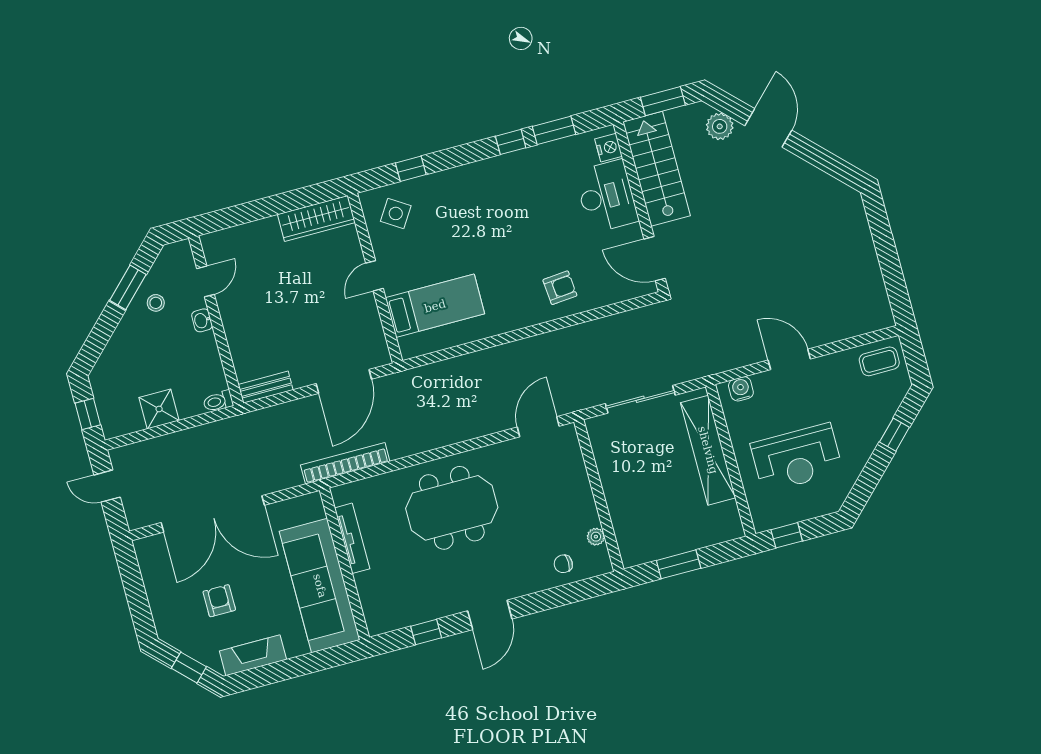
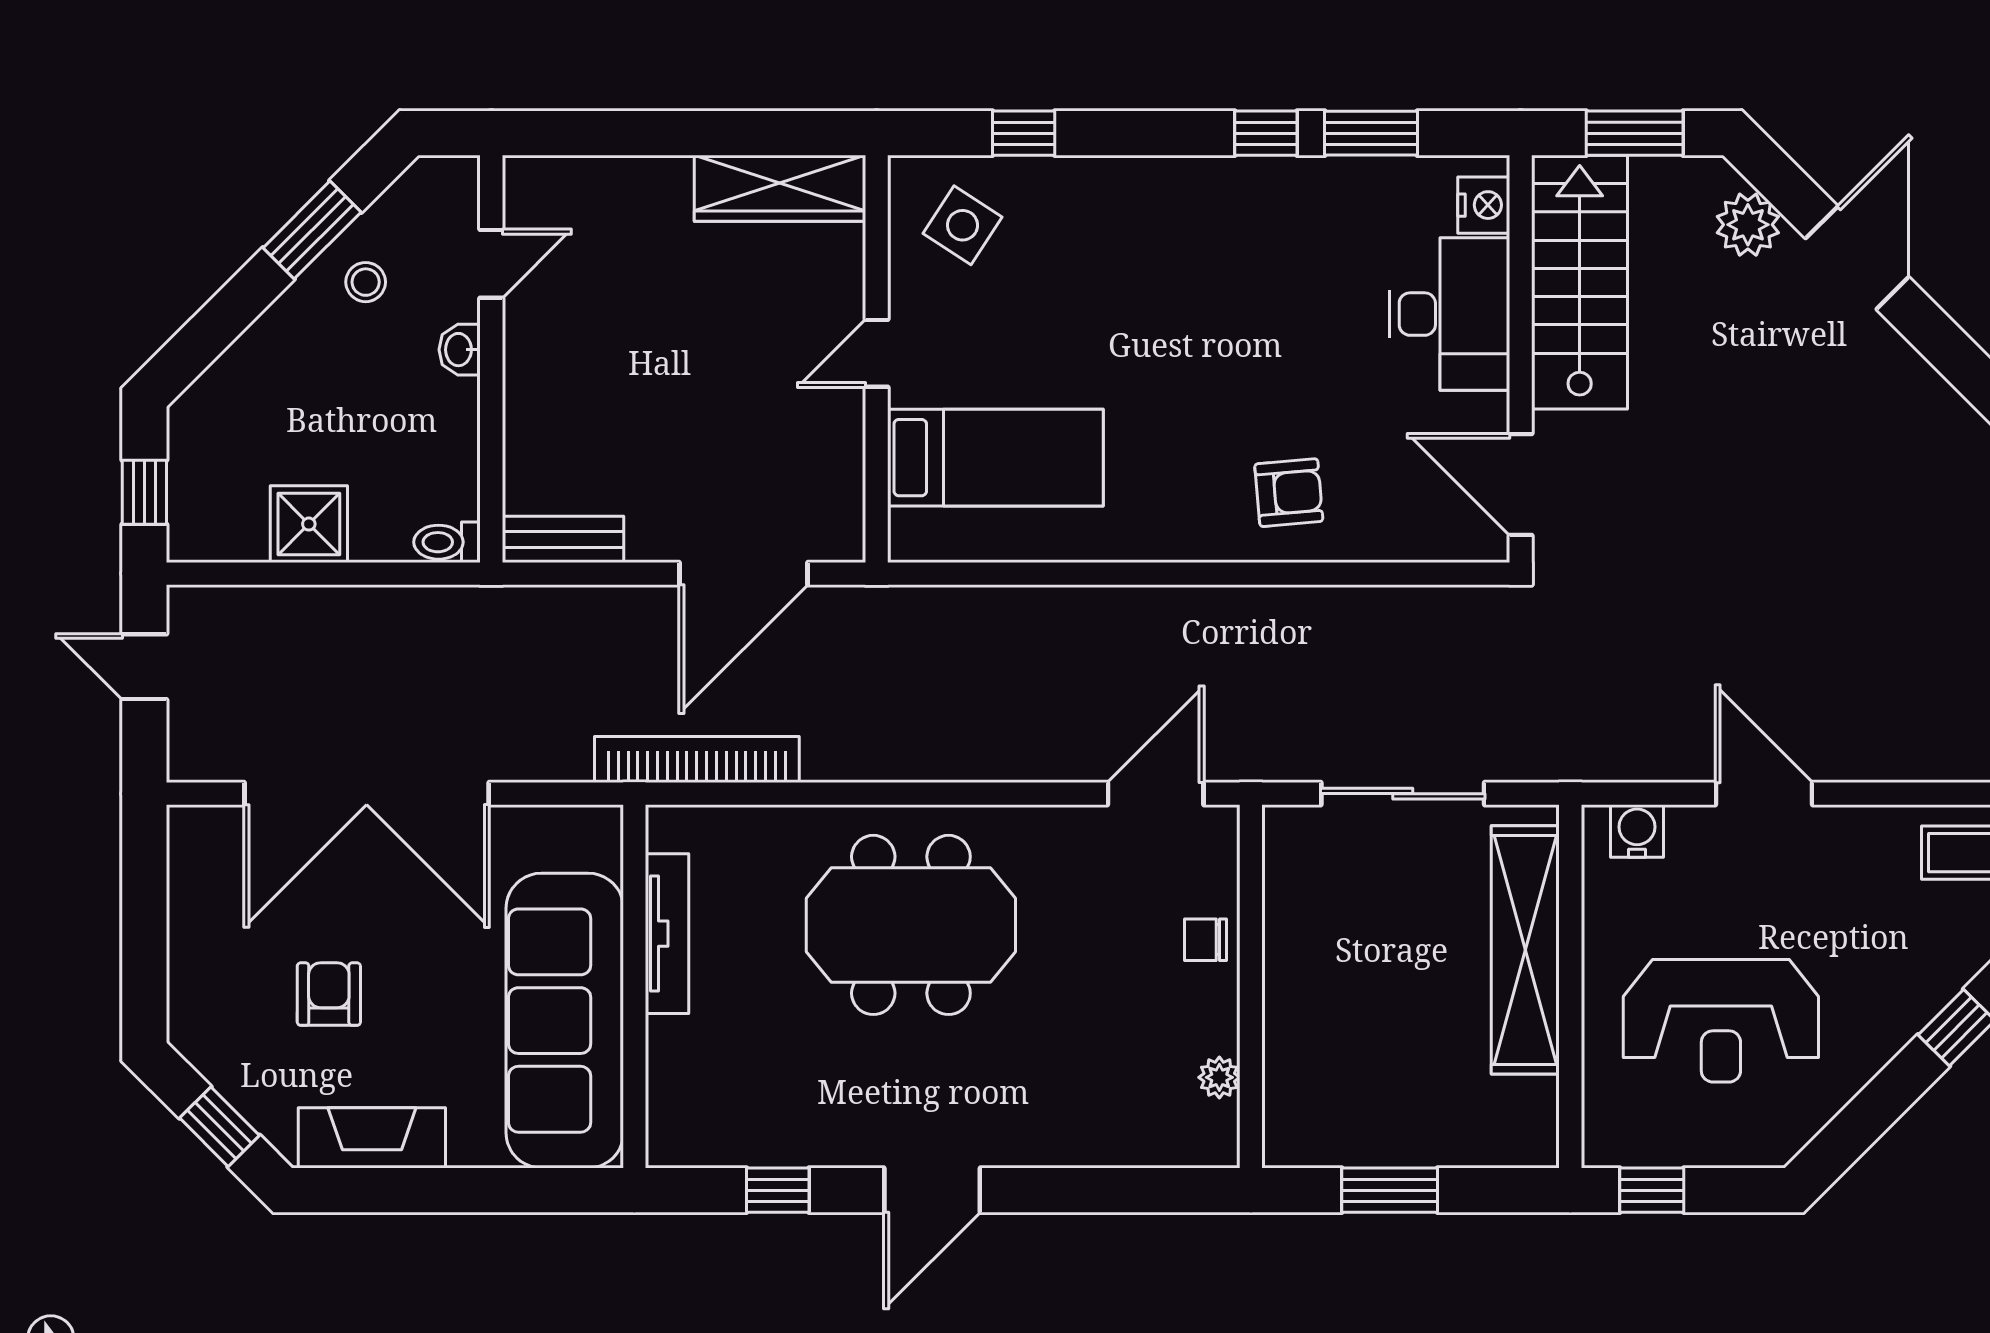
chair: (563, 564) -> (1205, 940), moved

